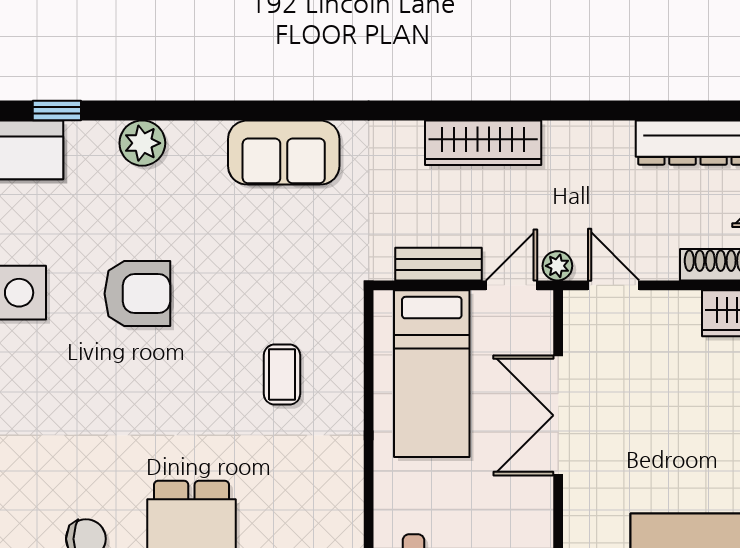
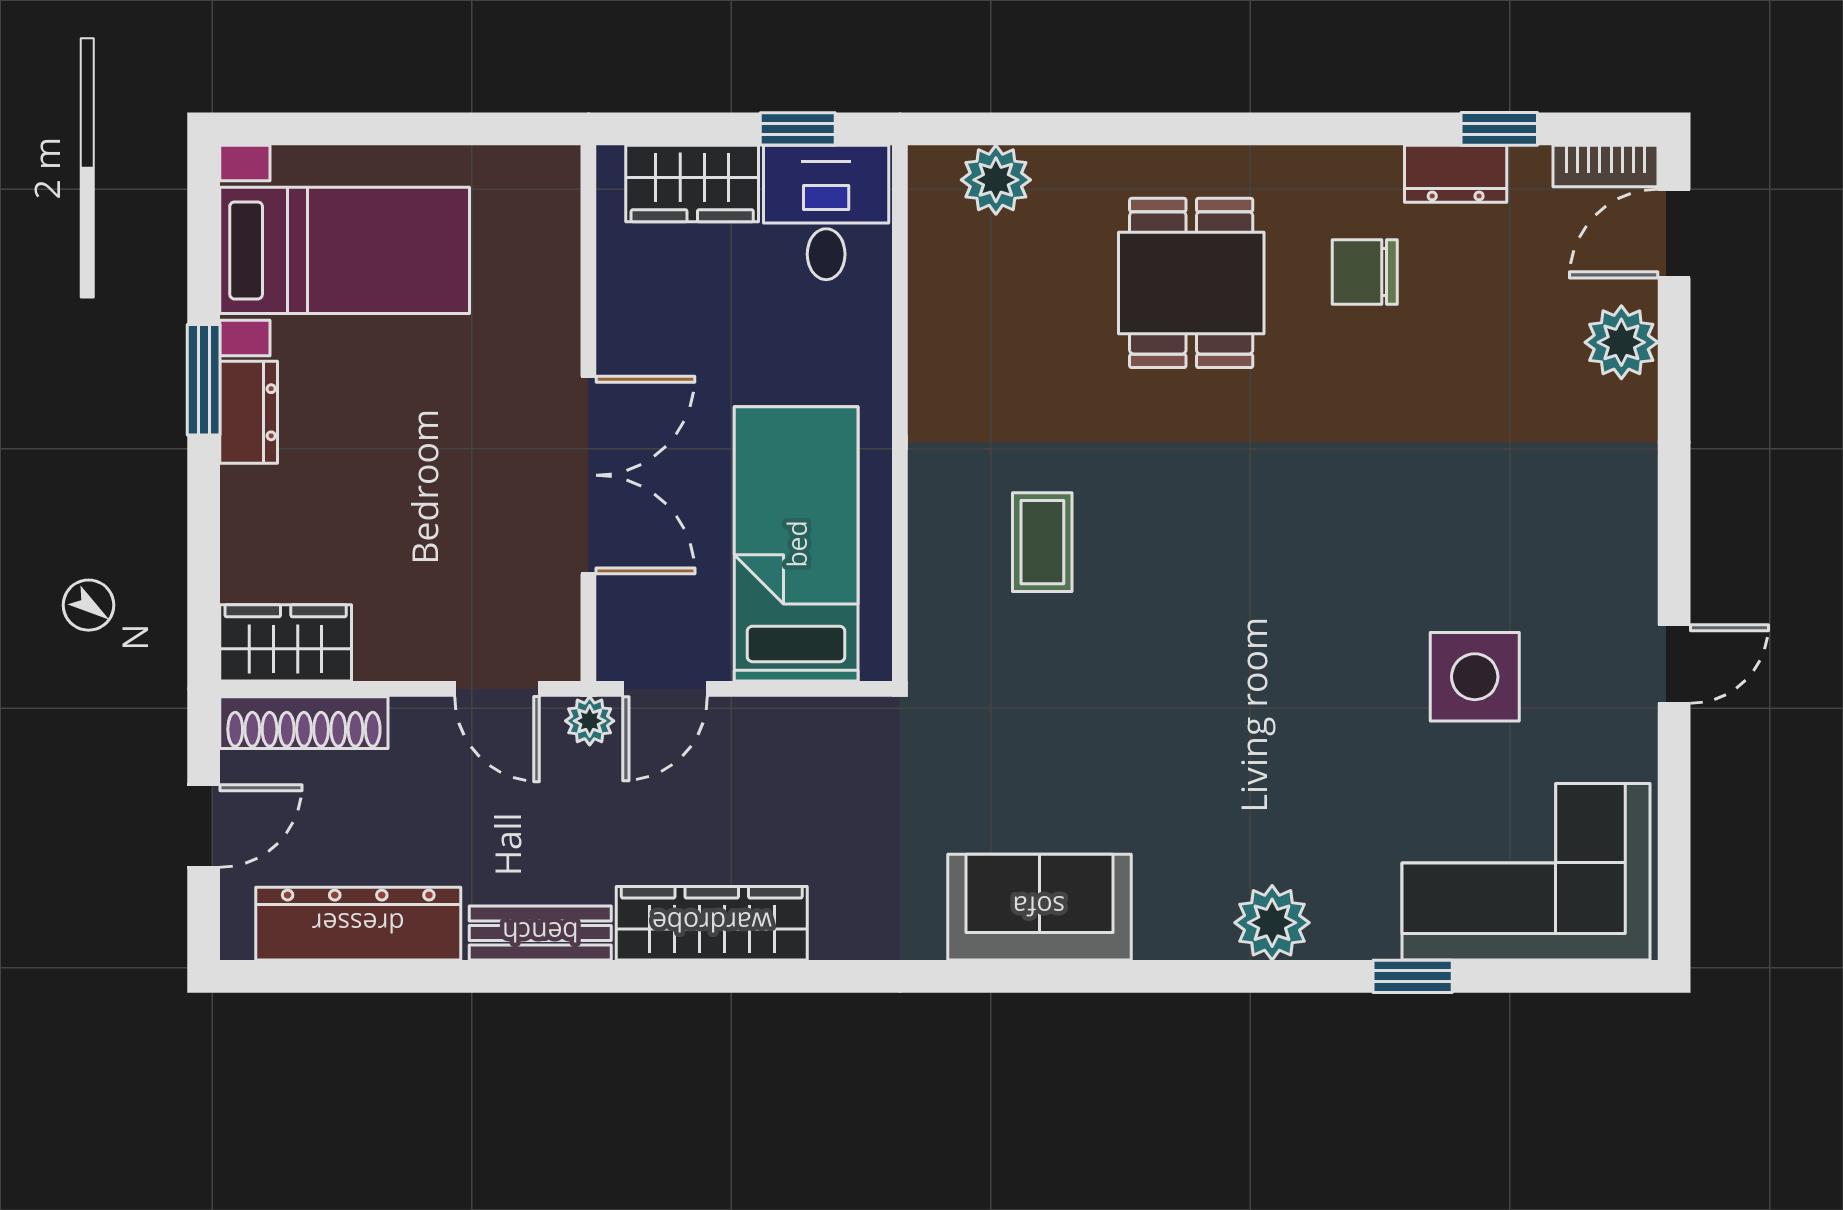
bench: (438, 264) -> (540, 933), moved
armchair: (137, 294) -> (1280, 675), removed

